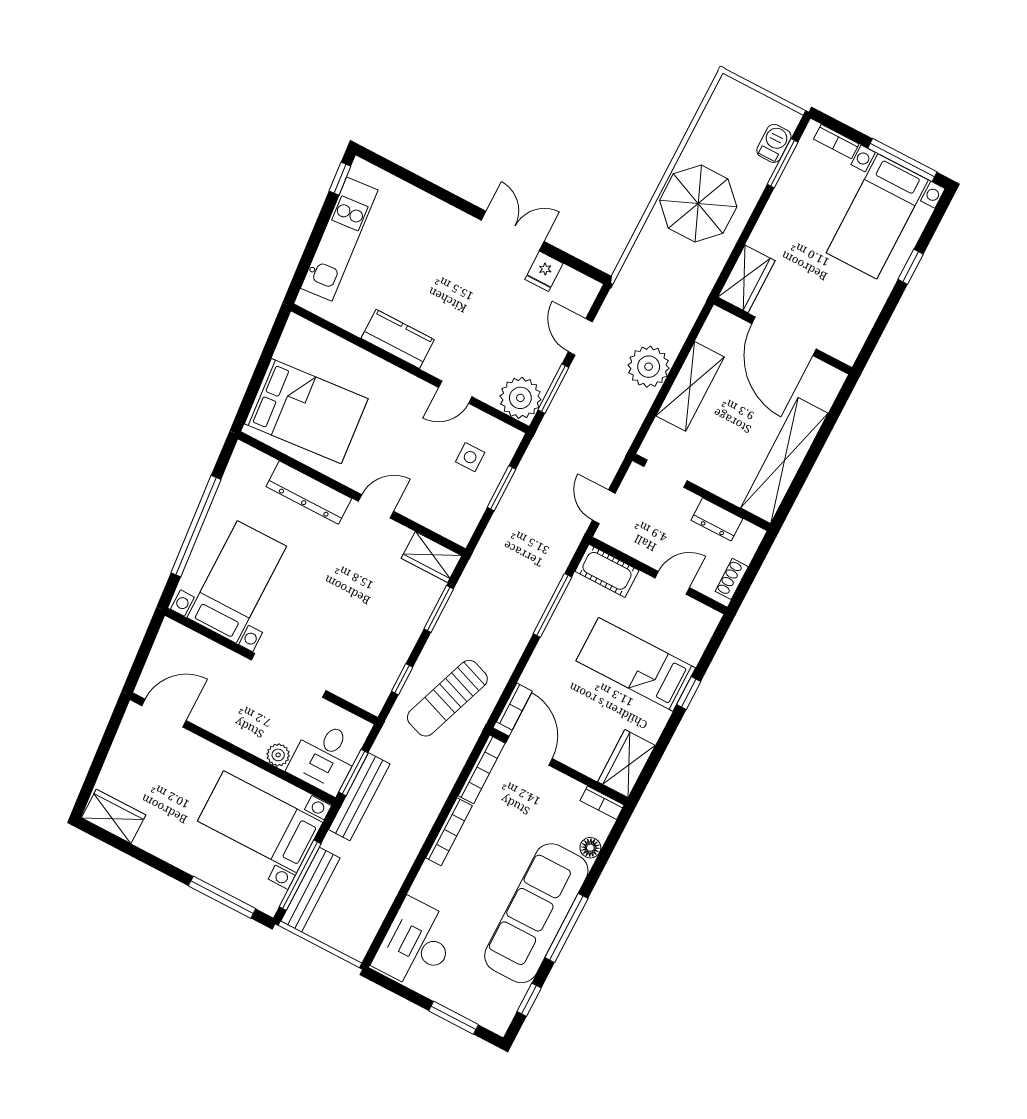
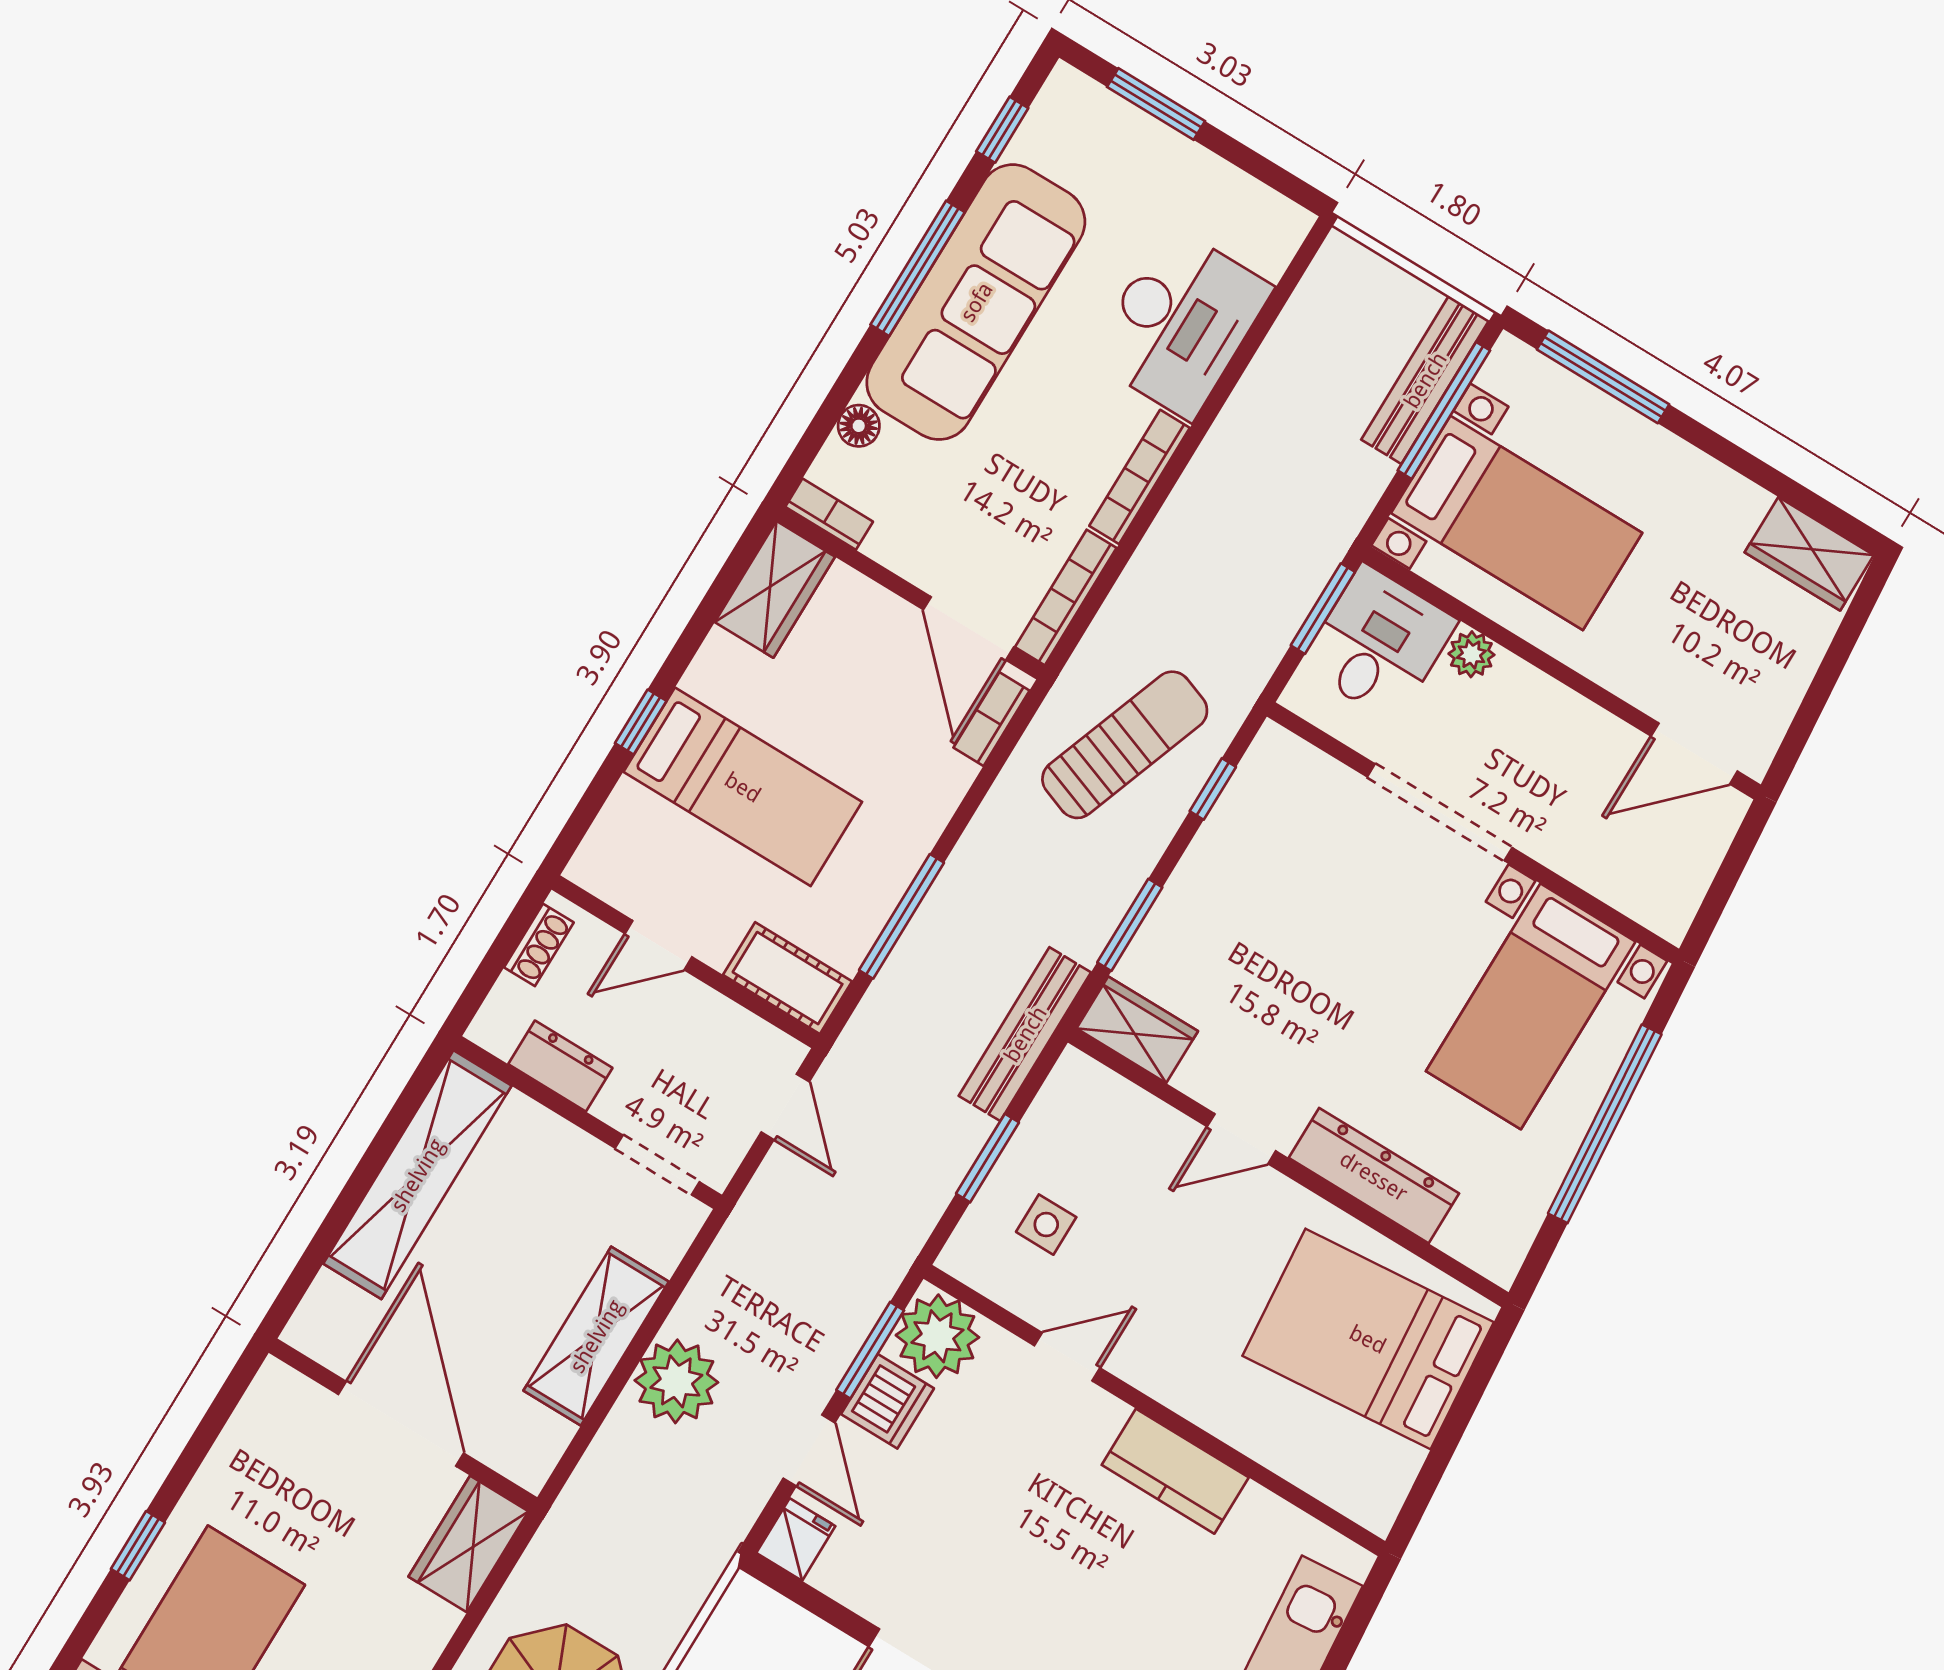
fridge: (544, 271) -> (796, 1540), moved
dishwasher: (543, 364) -> (887, 1401), added
bench: (359, 797) -> (1025, 1034), moved
desk: (416, 944) -> (1180, 323), moved

